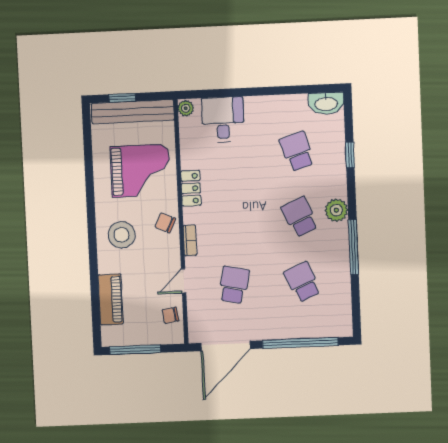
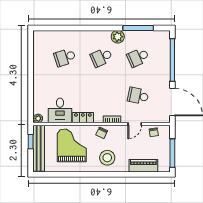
window: (122, 98) -> (31, 142), moved
washbasin: (326, 103) -> (39, 40), removed
desk: (223, 120) -> (60, 110), moved, turned -90
window: (350, 155) -> (68, 28), removed
plant: (336, 210) -> (118, 37), moved
window: (354, 247) -> (138, 28), moved
door: (184, 281) -> (135, 124), hinge flipped

